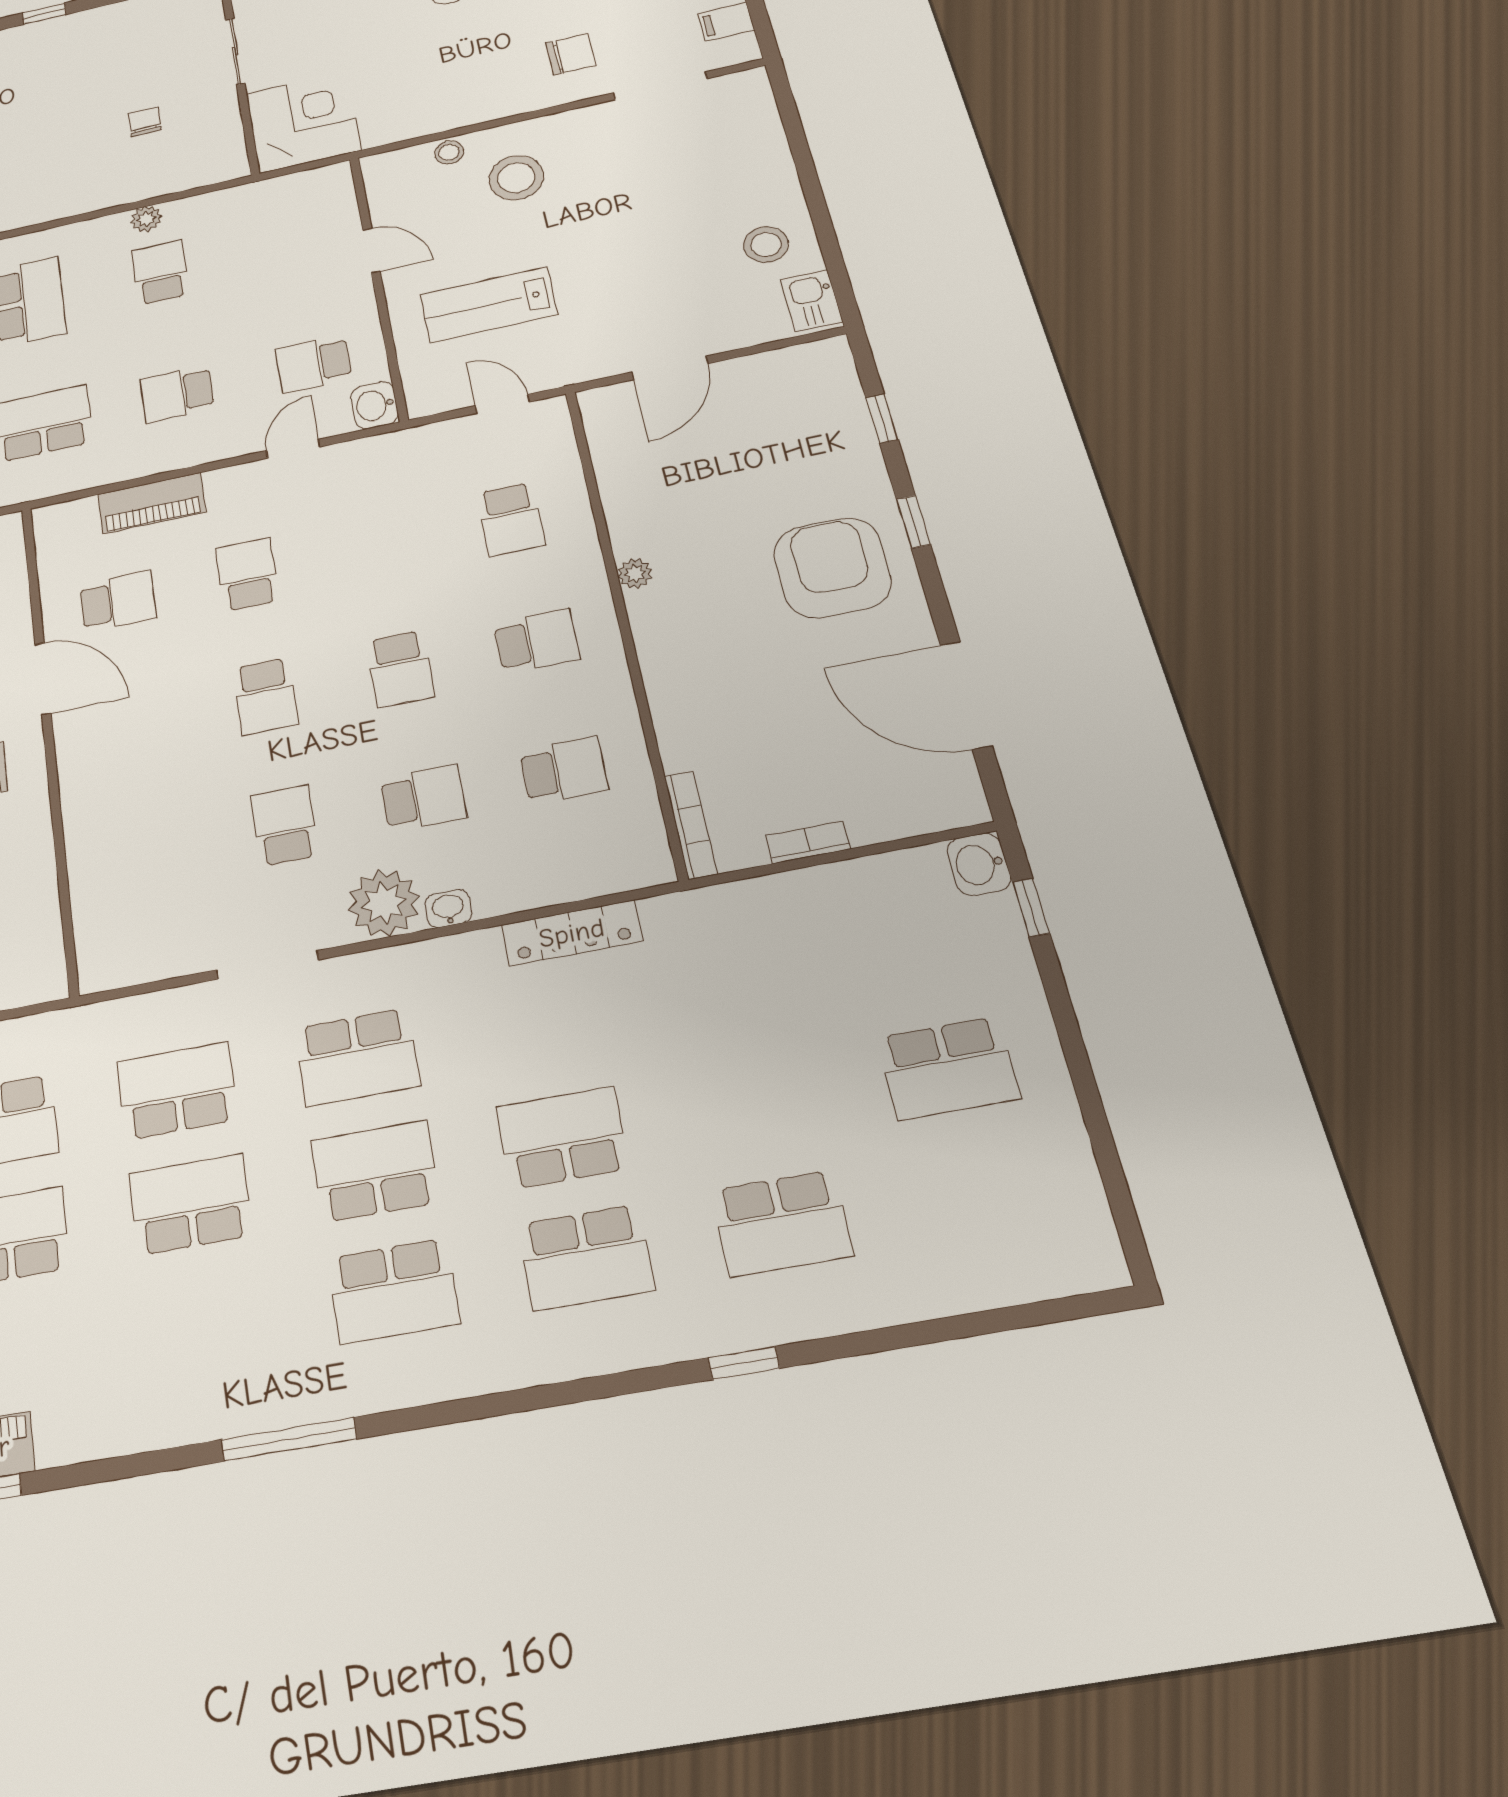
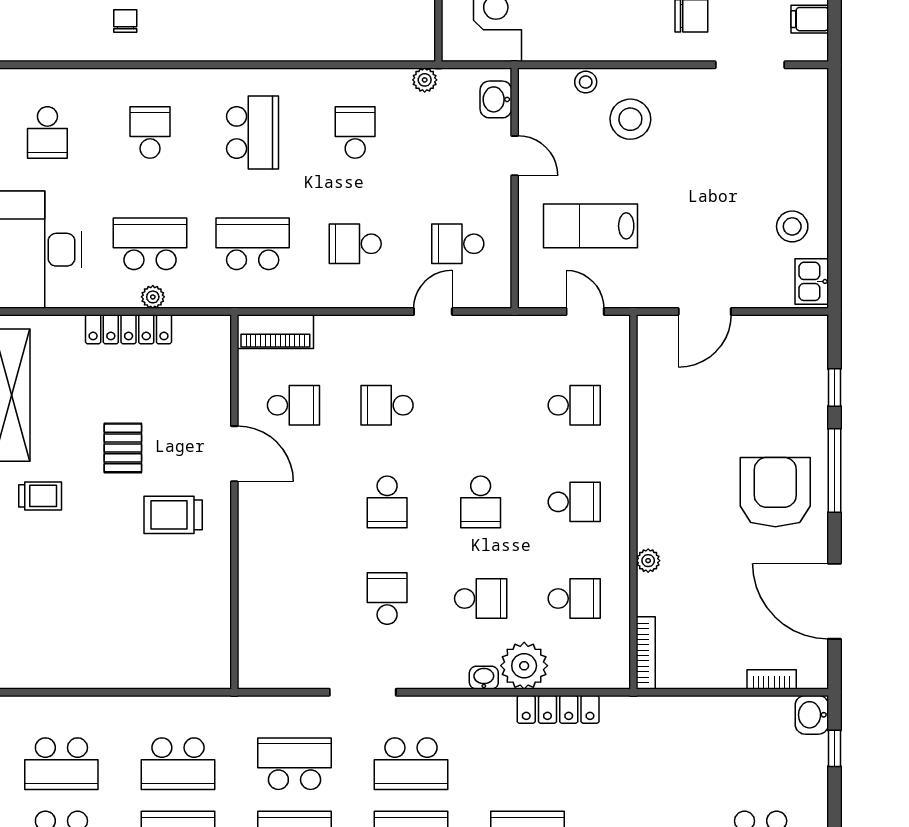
plant: (146, 219) -> (425, 80), moved
washbasin: (374, 405) -> (496, 99), moved
piano: (152, 503) -> (275, 332), moved
school desk: (511, 519) -> (574, 405), turned -90
window: (913, 522) -> (834, 471), width x2.17
school desk: (247, 574) -> (387, 405), turned -90
plant: (635, 574) -> (648, 561), moved
bookcase: (808, 842) -> (772, 679), moved
plant: (384, 903) -> (524, 666), moved

